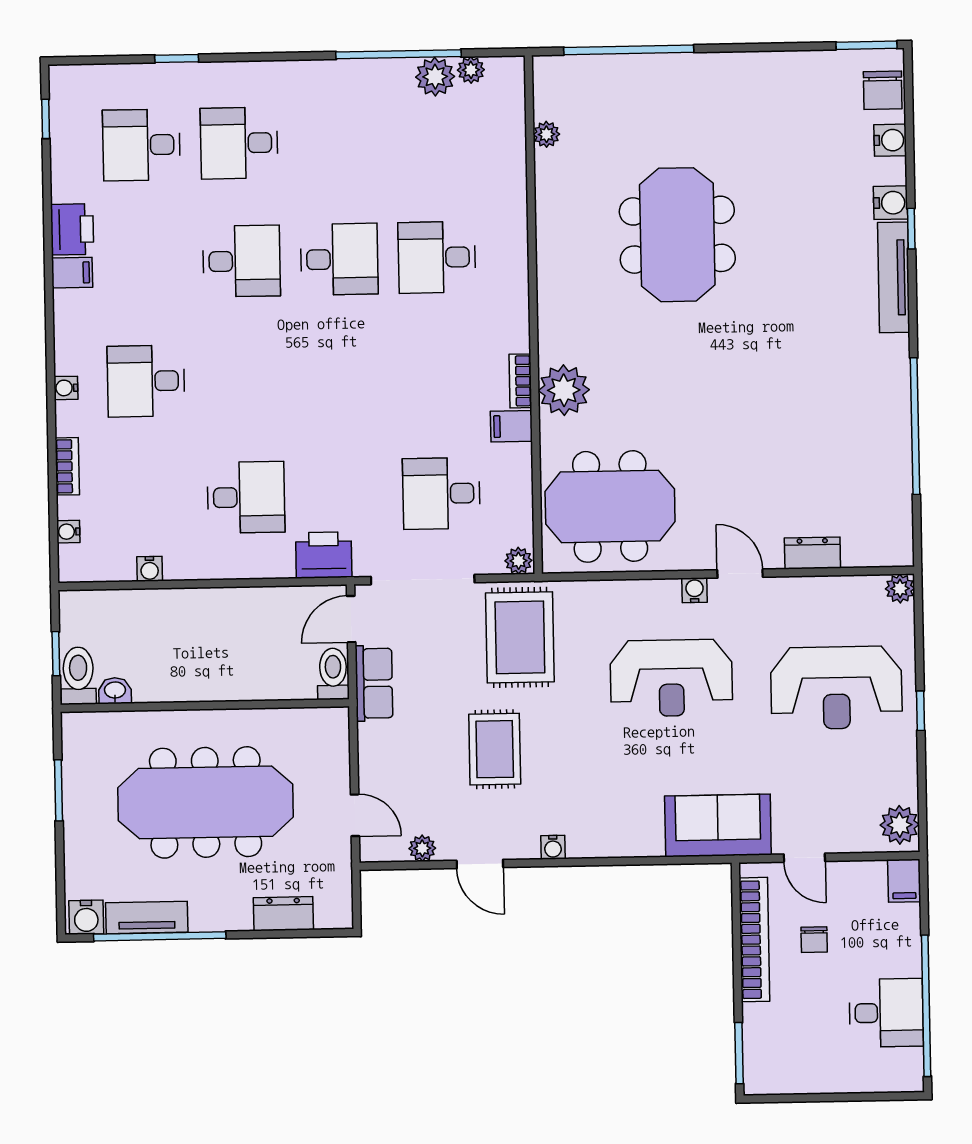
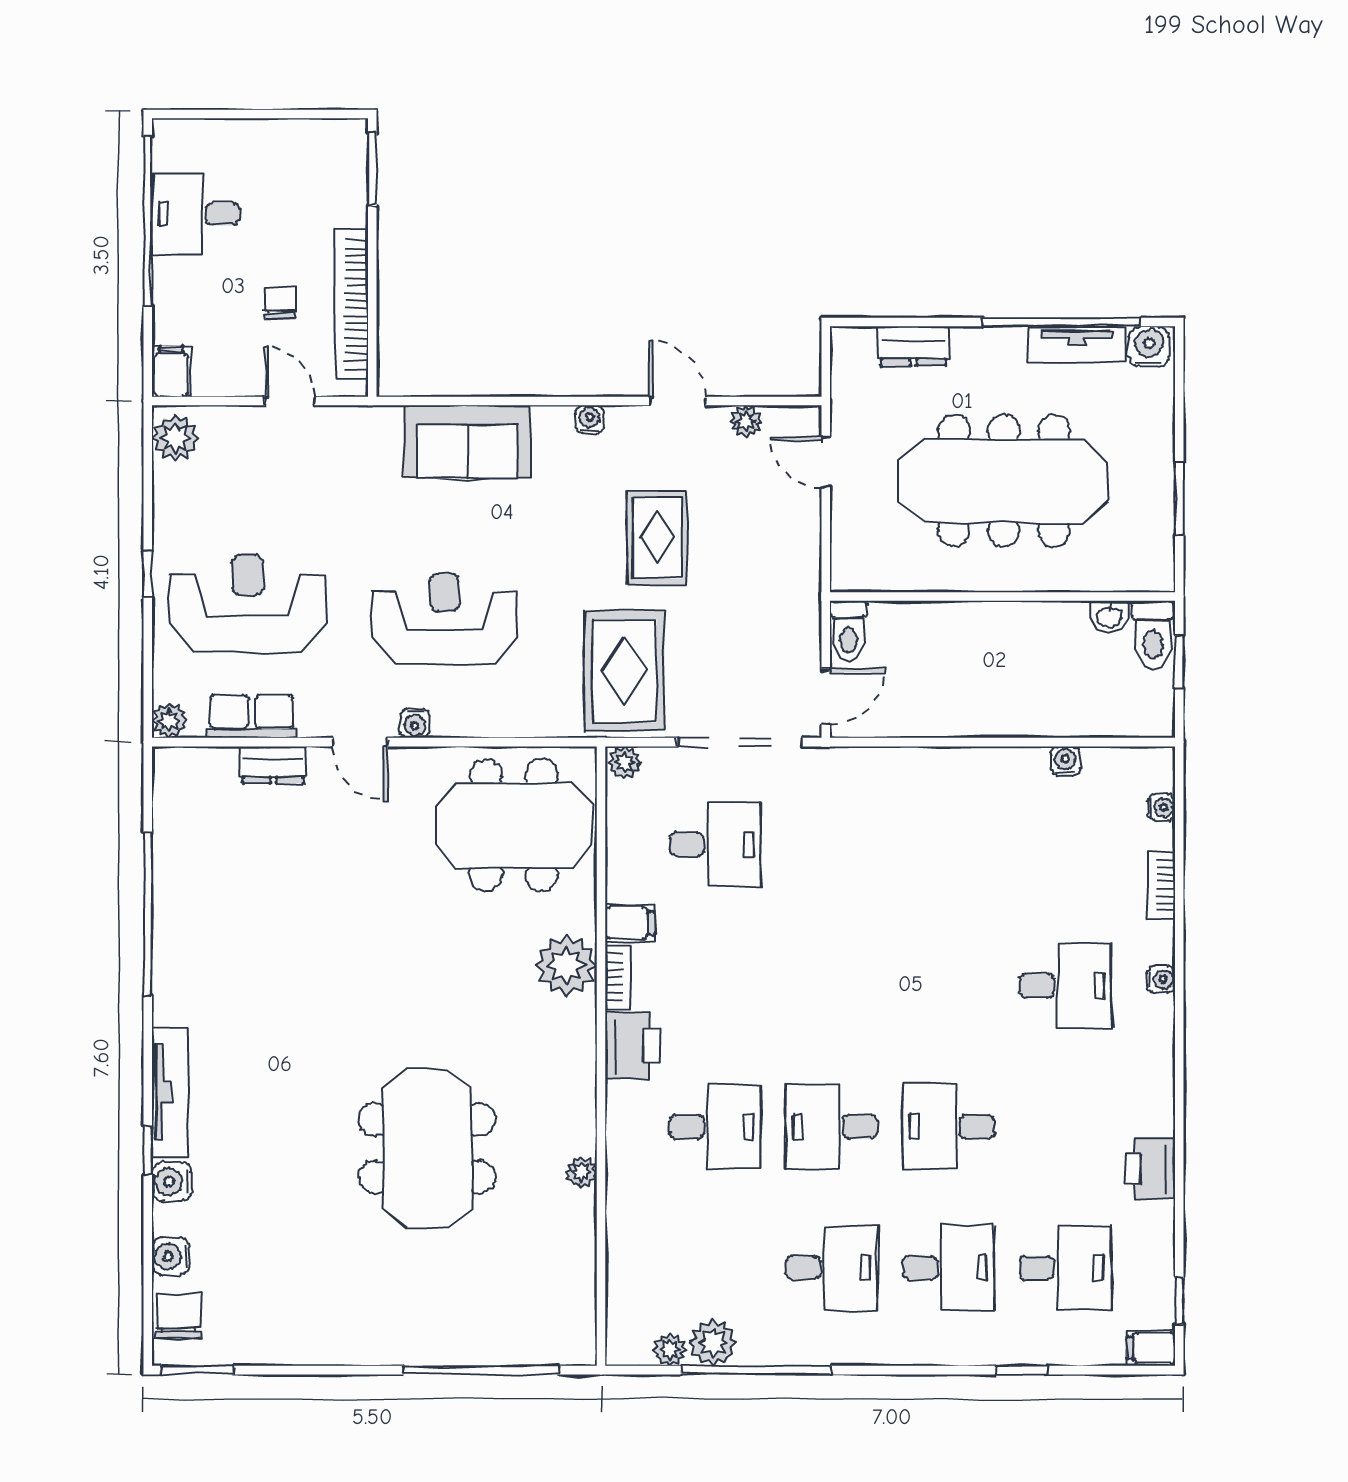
plant: (546, 134) -> (581, 1172), moved
filing cabinet: (72, 273) -> (1151, 1348), moved
desk: (246, 497) -> (832, 1268), moved, turned 180
printer: (324, 555) -> (633, 1046), moved, turned -90
row of seats: (374, 683) -> (252, 716), moved, turned 90
sofa: (718, 825) -> (467, 442), moved

